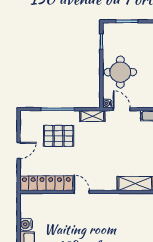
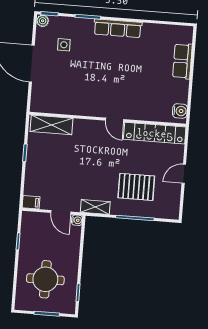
round table: (120, 72) -> (45, 279), moved
water cooler: (26, 224) -> (180, 111), moved

